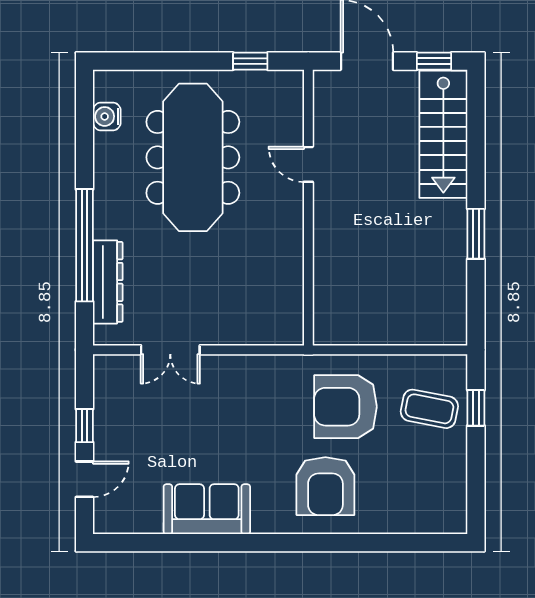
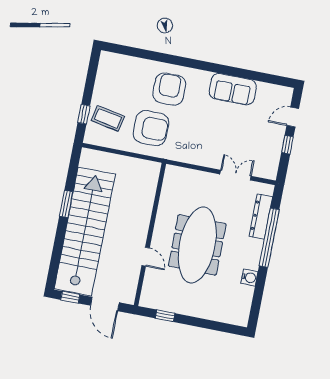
water cooler: (107, 116) -> (249, 278), moved
stairs: (443, 134) -> (85, 232), width x1.86, depth x1.51
meeting table: (193, 157) -> (197, 245), moved

